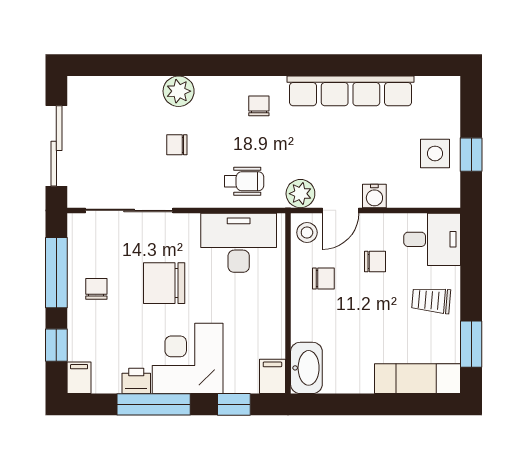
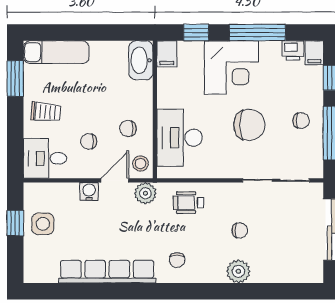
desk: (239, 243) -> (180, 138), moved, turned 90
chair: (96, 289) -> (301, 121), turned -90
printer: (136, 381) -> (293, 50), moved

